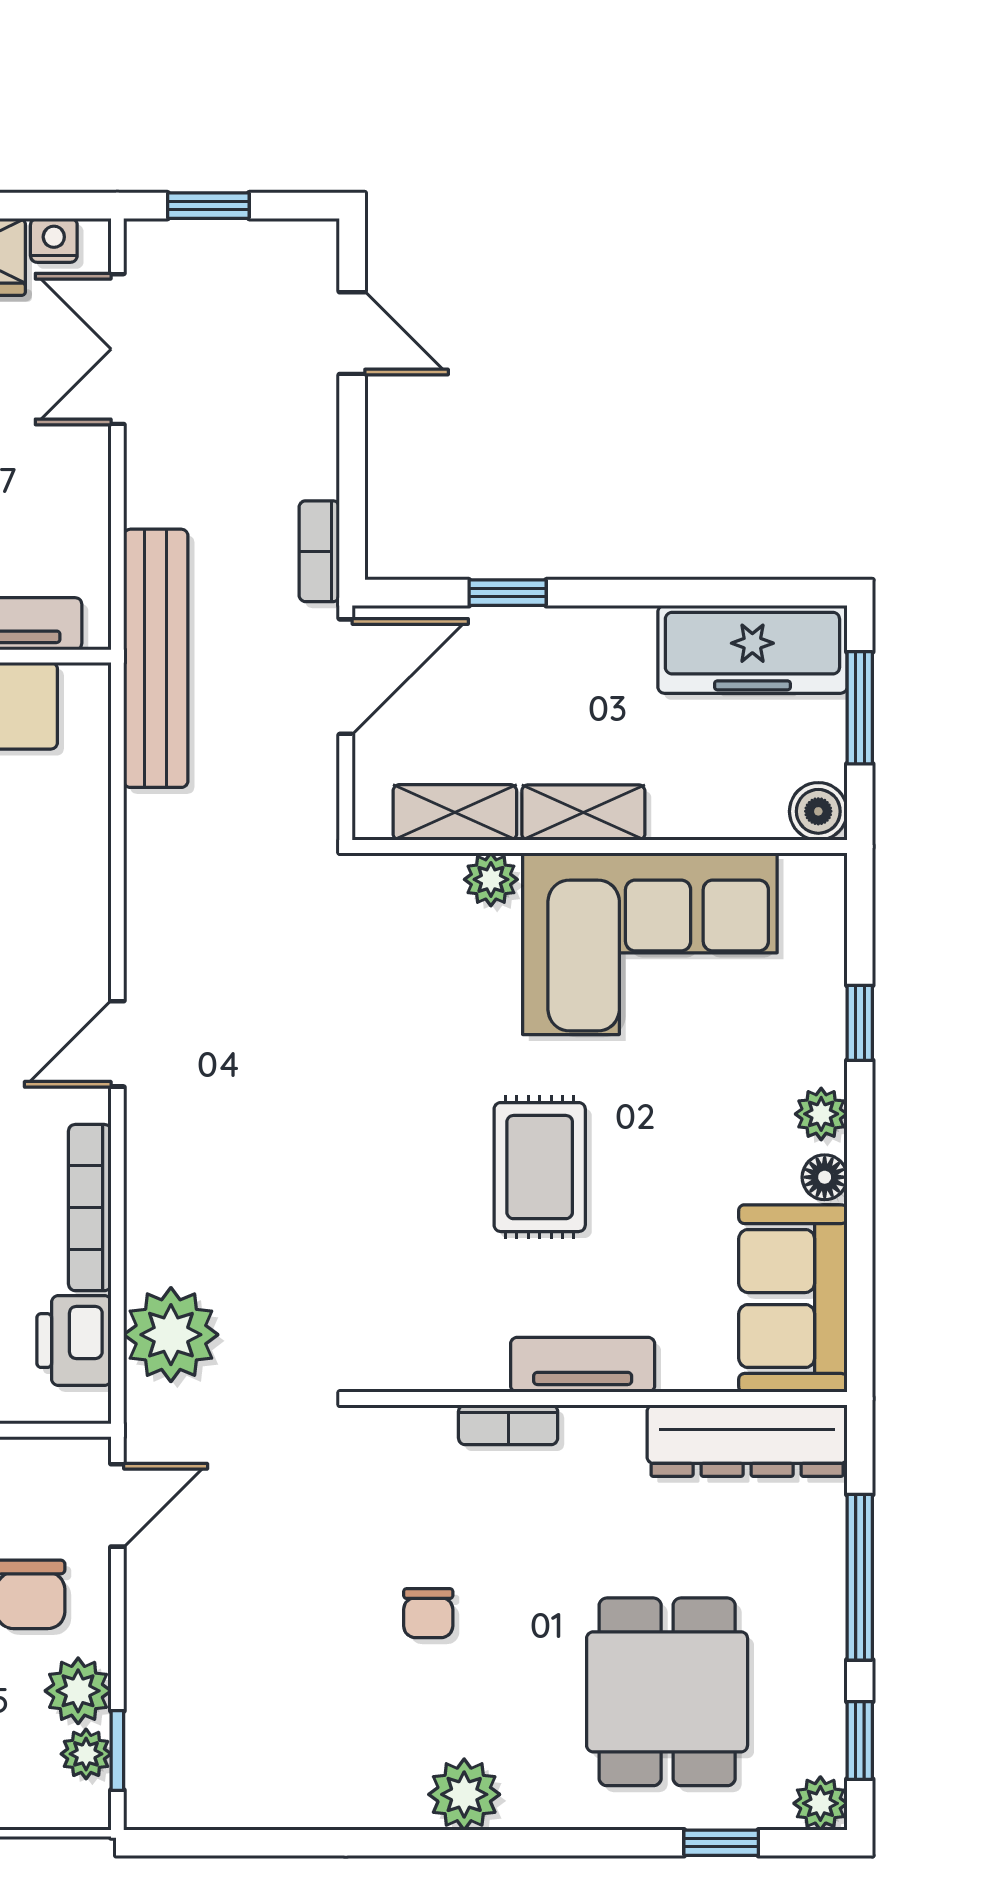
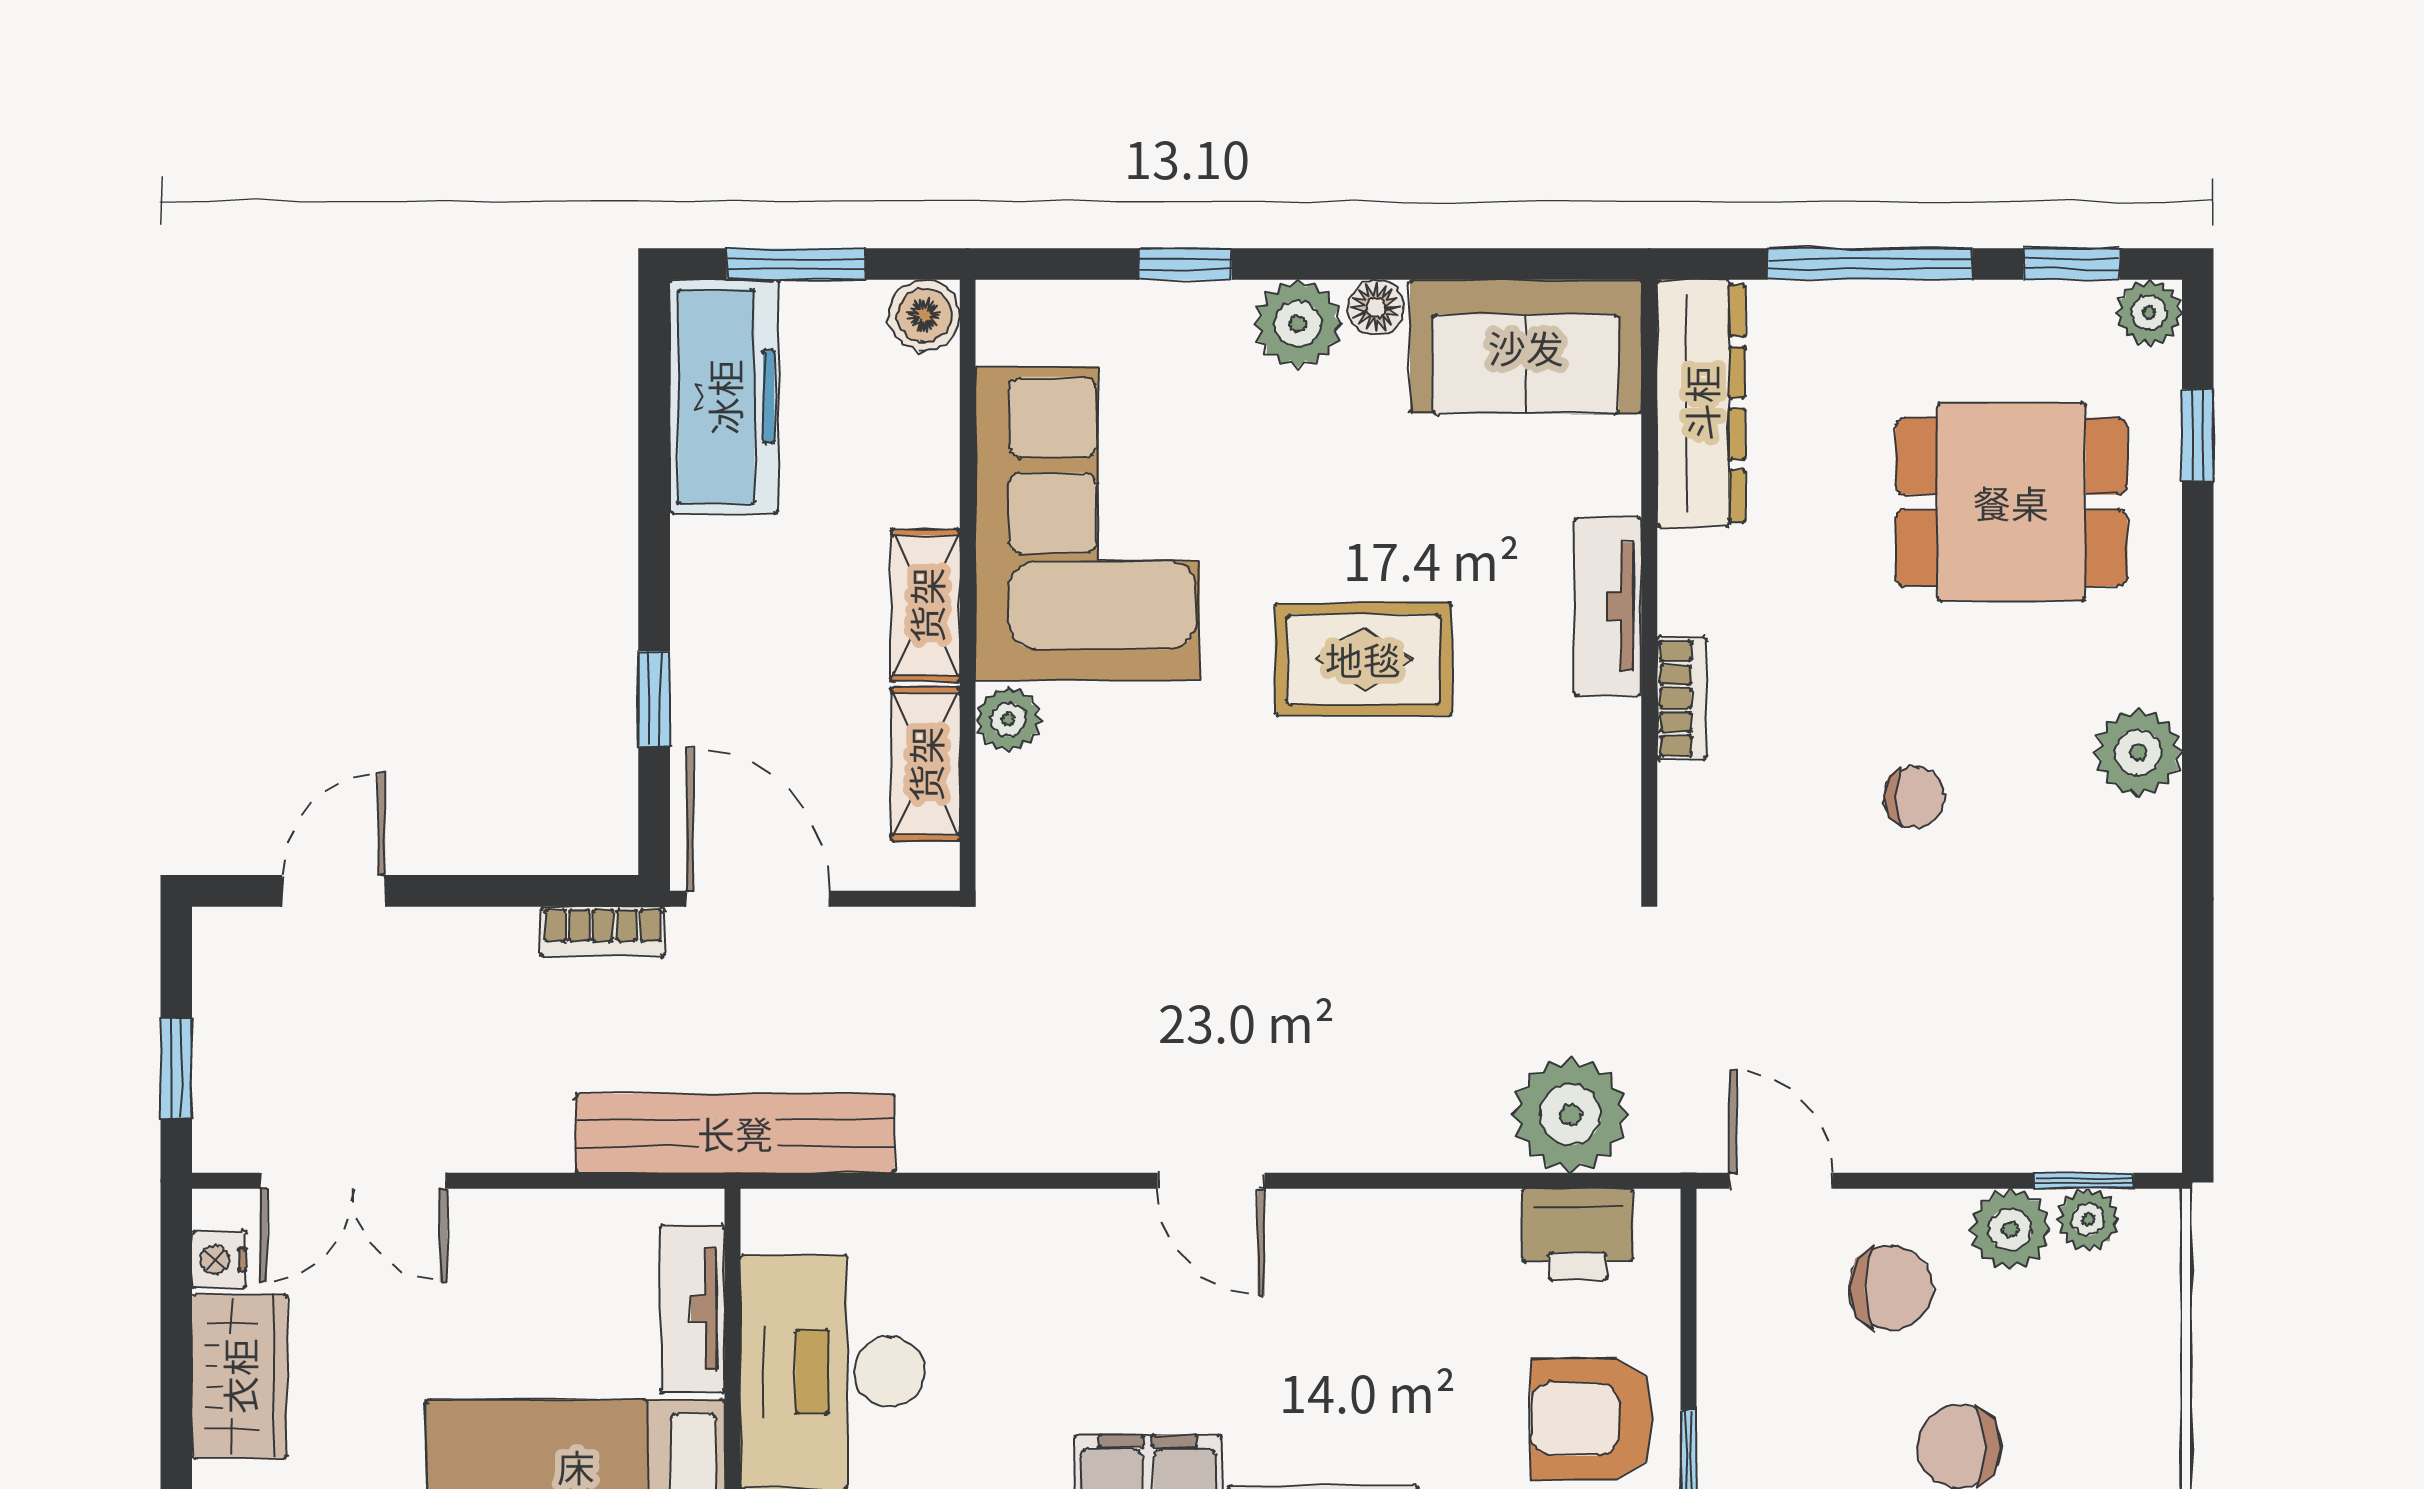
plant: (821, 1114) -> (1298, 324), width x1.38, depth x1.38
bookcase: (90, 1208) -> (1413, 1215), removed

